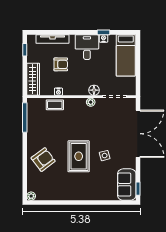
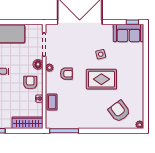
armchair: (61, 64) -> (30, 82), moved
armchair: (84, 120) -> (66, 74), added
armchair: (43, 160) -> (119, 111), moved

